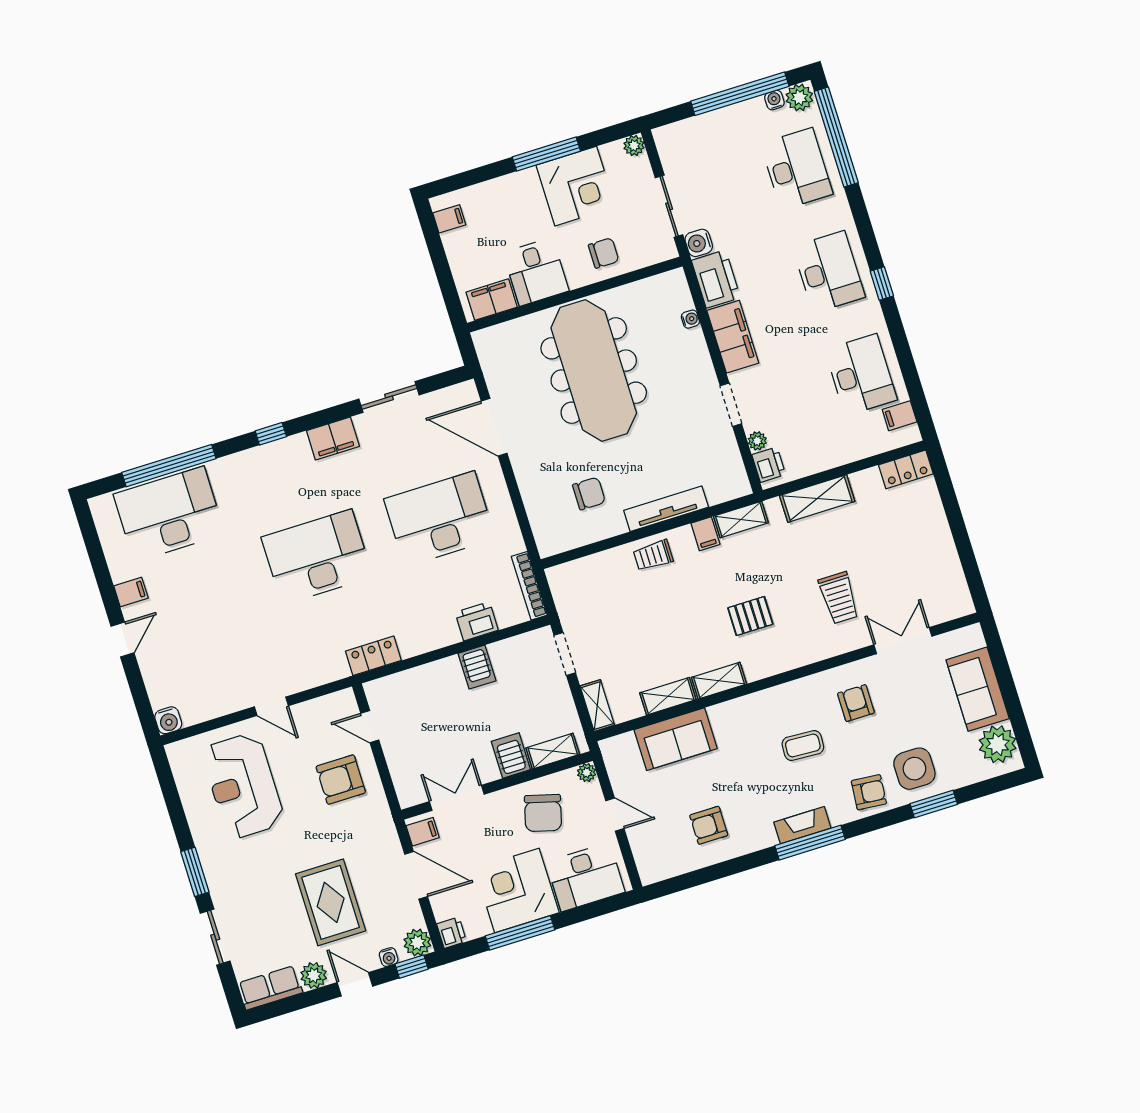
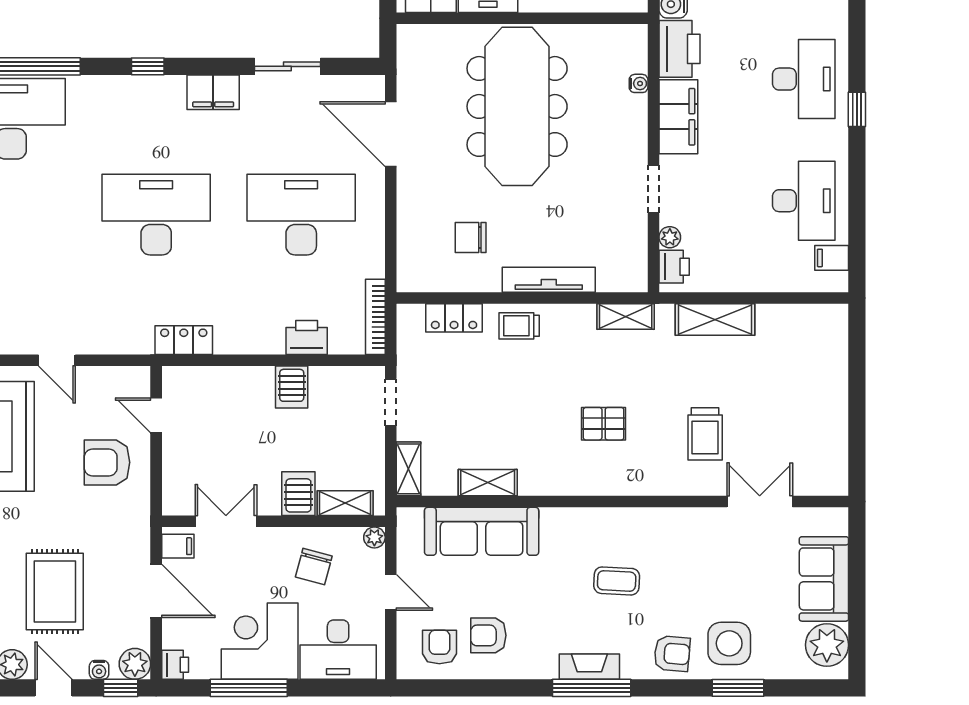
locker: (906, 469) -> (454, 318), moved
chair: (589, 494) -> (471, 237), turned 180
filing cabinet: (705, 534) -> (583, 320), removed
shelving: (719, 681) -> (548, 483), removed
armchair: (856, 703) -> (439, 647), moved
sofa: (676, 739) -> (482, 531), width x1.36
chair: (543, 813) -> (314, 566), width x0.73, depth x0.73

